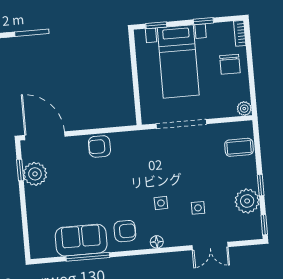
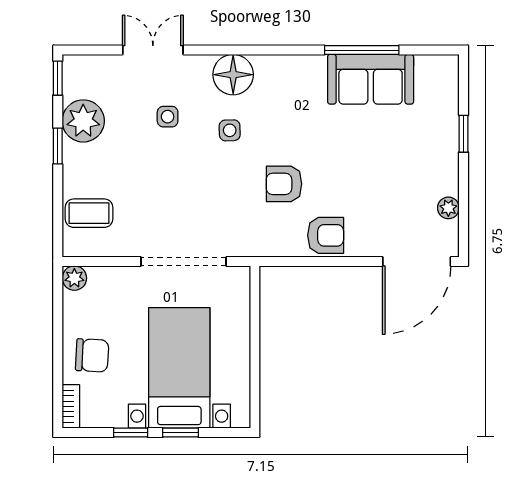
window: (156, 25) -> (180, 433), moved
chair: (230, 64) -> (92, 355), turned 93
door: (45, 136) -> (417, 262), hinge flipped
window: (20, 170) -> (464, 134), moved
plant: (35, 174) -> (448, 208), width x0.53, depth x0.53
armchair: (125, 231) -> (284, 184), moved
floor lamp: (157, 242) -> (233, 75), width x1.89, depth x1.89

